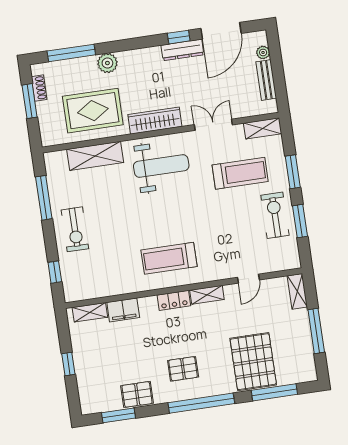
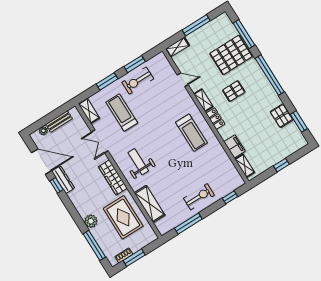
weight bench: (161, 166) -> (138, 162), width x0.73, depth x0.75
pallet: (183, 369) -> (234, 91), moved, turned 90

